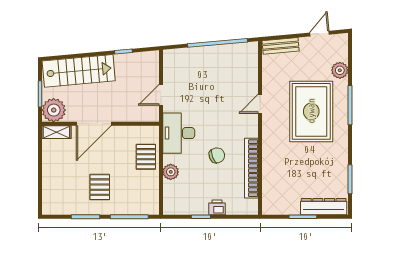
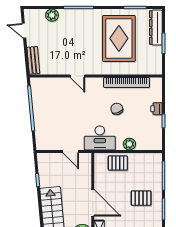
rug: (311, 111) -> (119, 38), moved, turned 90

